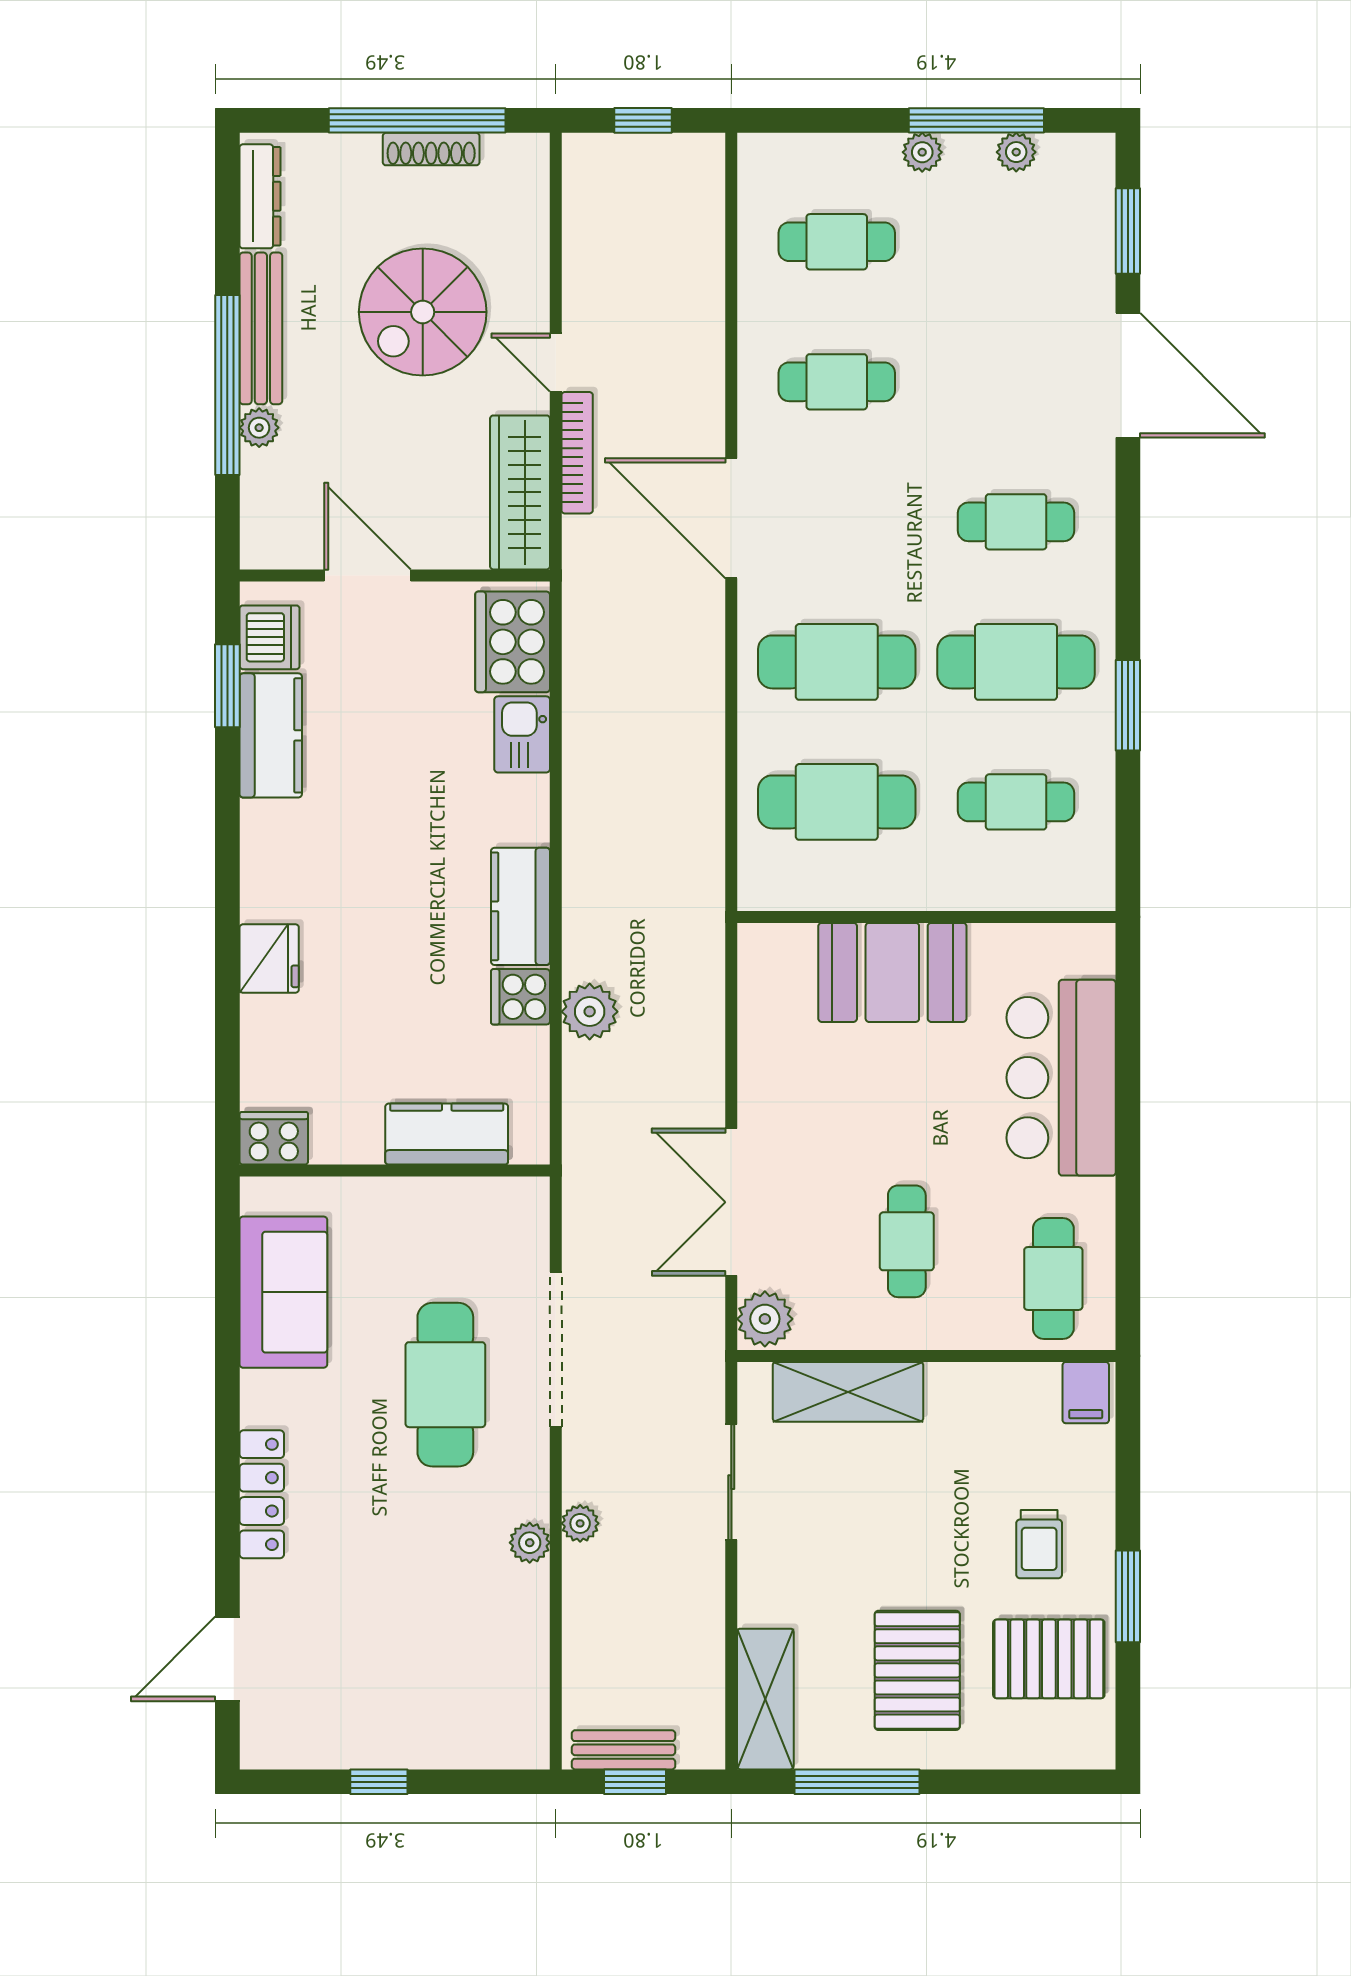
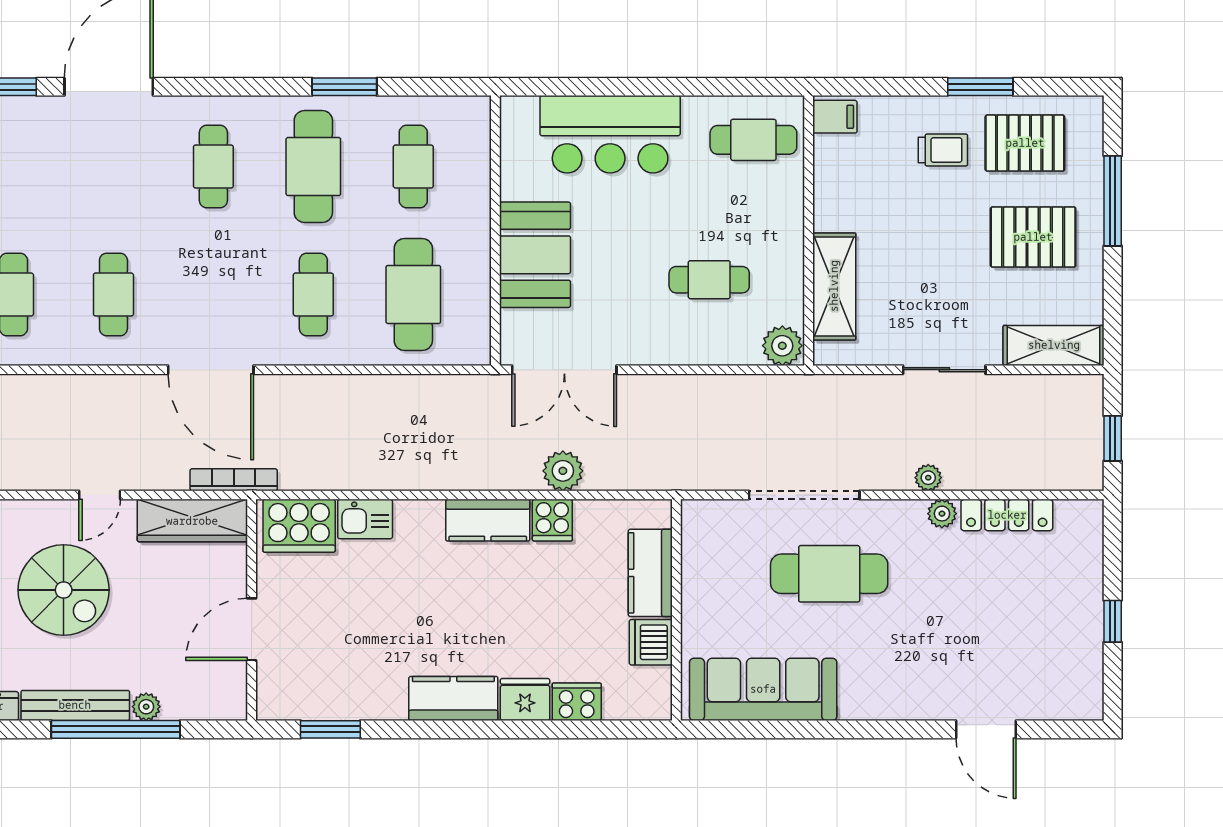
bookcase: (577, 453) -> (234, 480), moved
door: (731, 518) -> (211, 370), hinge flipped
dishwasher: (270, 637) -> (651, 642), moved, turned -90
cafe table: (837, 662) -> (313, 294), width x0.73, depth x0.74
kitchen counter: (271, 735) -> (453, 698), moved
cooker: (274, 1138) -> (577, 702), moved, turned 90
double door: (731, 1202) -> (564, 370), moved
cafe table: (907, 1241) -> (709, 280), moved
sofa: (283, 1292) -> (763, 689), width x1.36
sliding door: (731, 1482) -> (944, 370), moved
locker: (262, 1494) -> (1007, 515), moved, turned 180
door: (227, 1659) -> (986, 729), moved
pallet: (1049, 1659) -> (1025, 143), turned 90
bench: (624, 1750) -> (1090, 447), removed
window: (857, 1782) -> (1113, 201), moved

